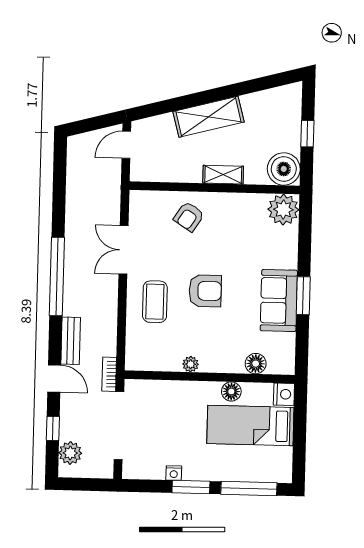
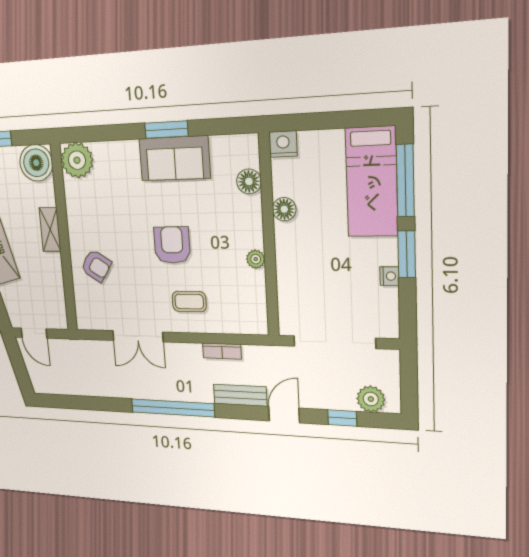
coffee table: (155, 302) -> (189, 302), width x0.73, depth x0.77
bookcase: (109, 374) -> (222, 351), moved
bed: (250, 426) -> (372, 182), moved

